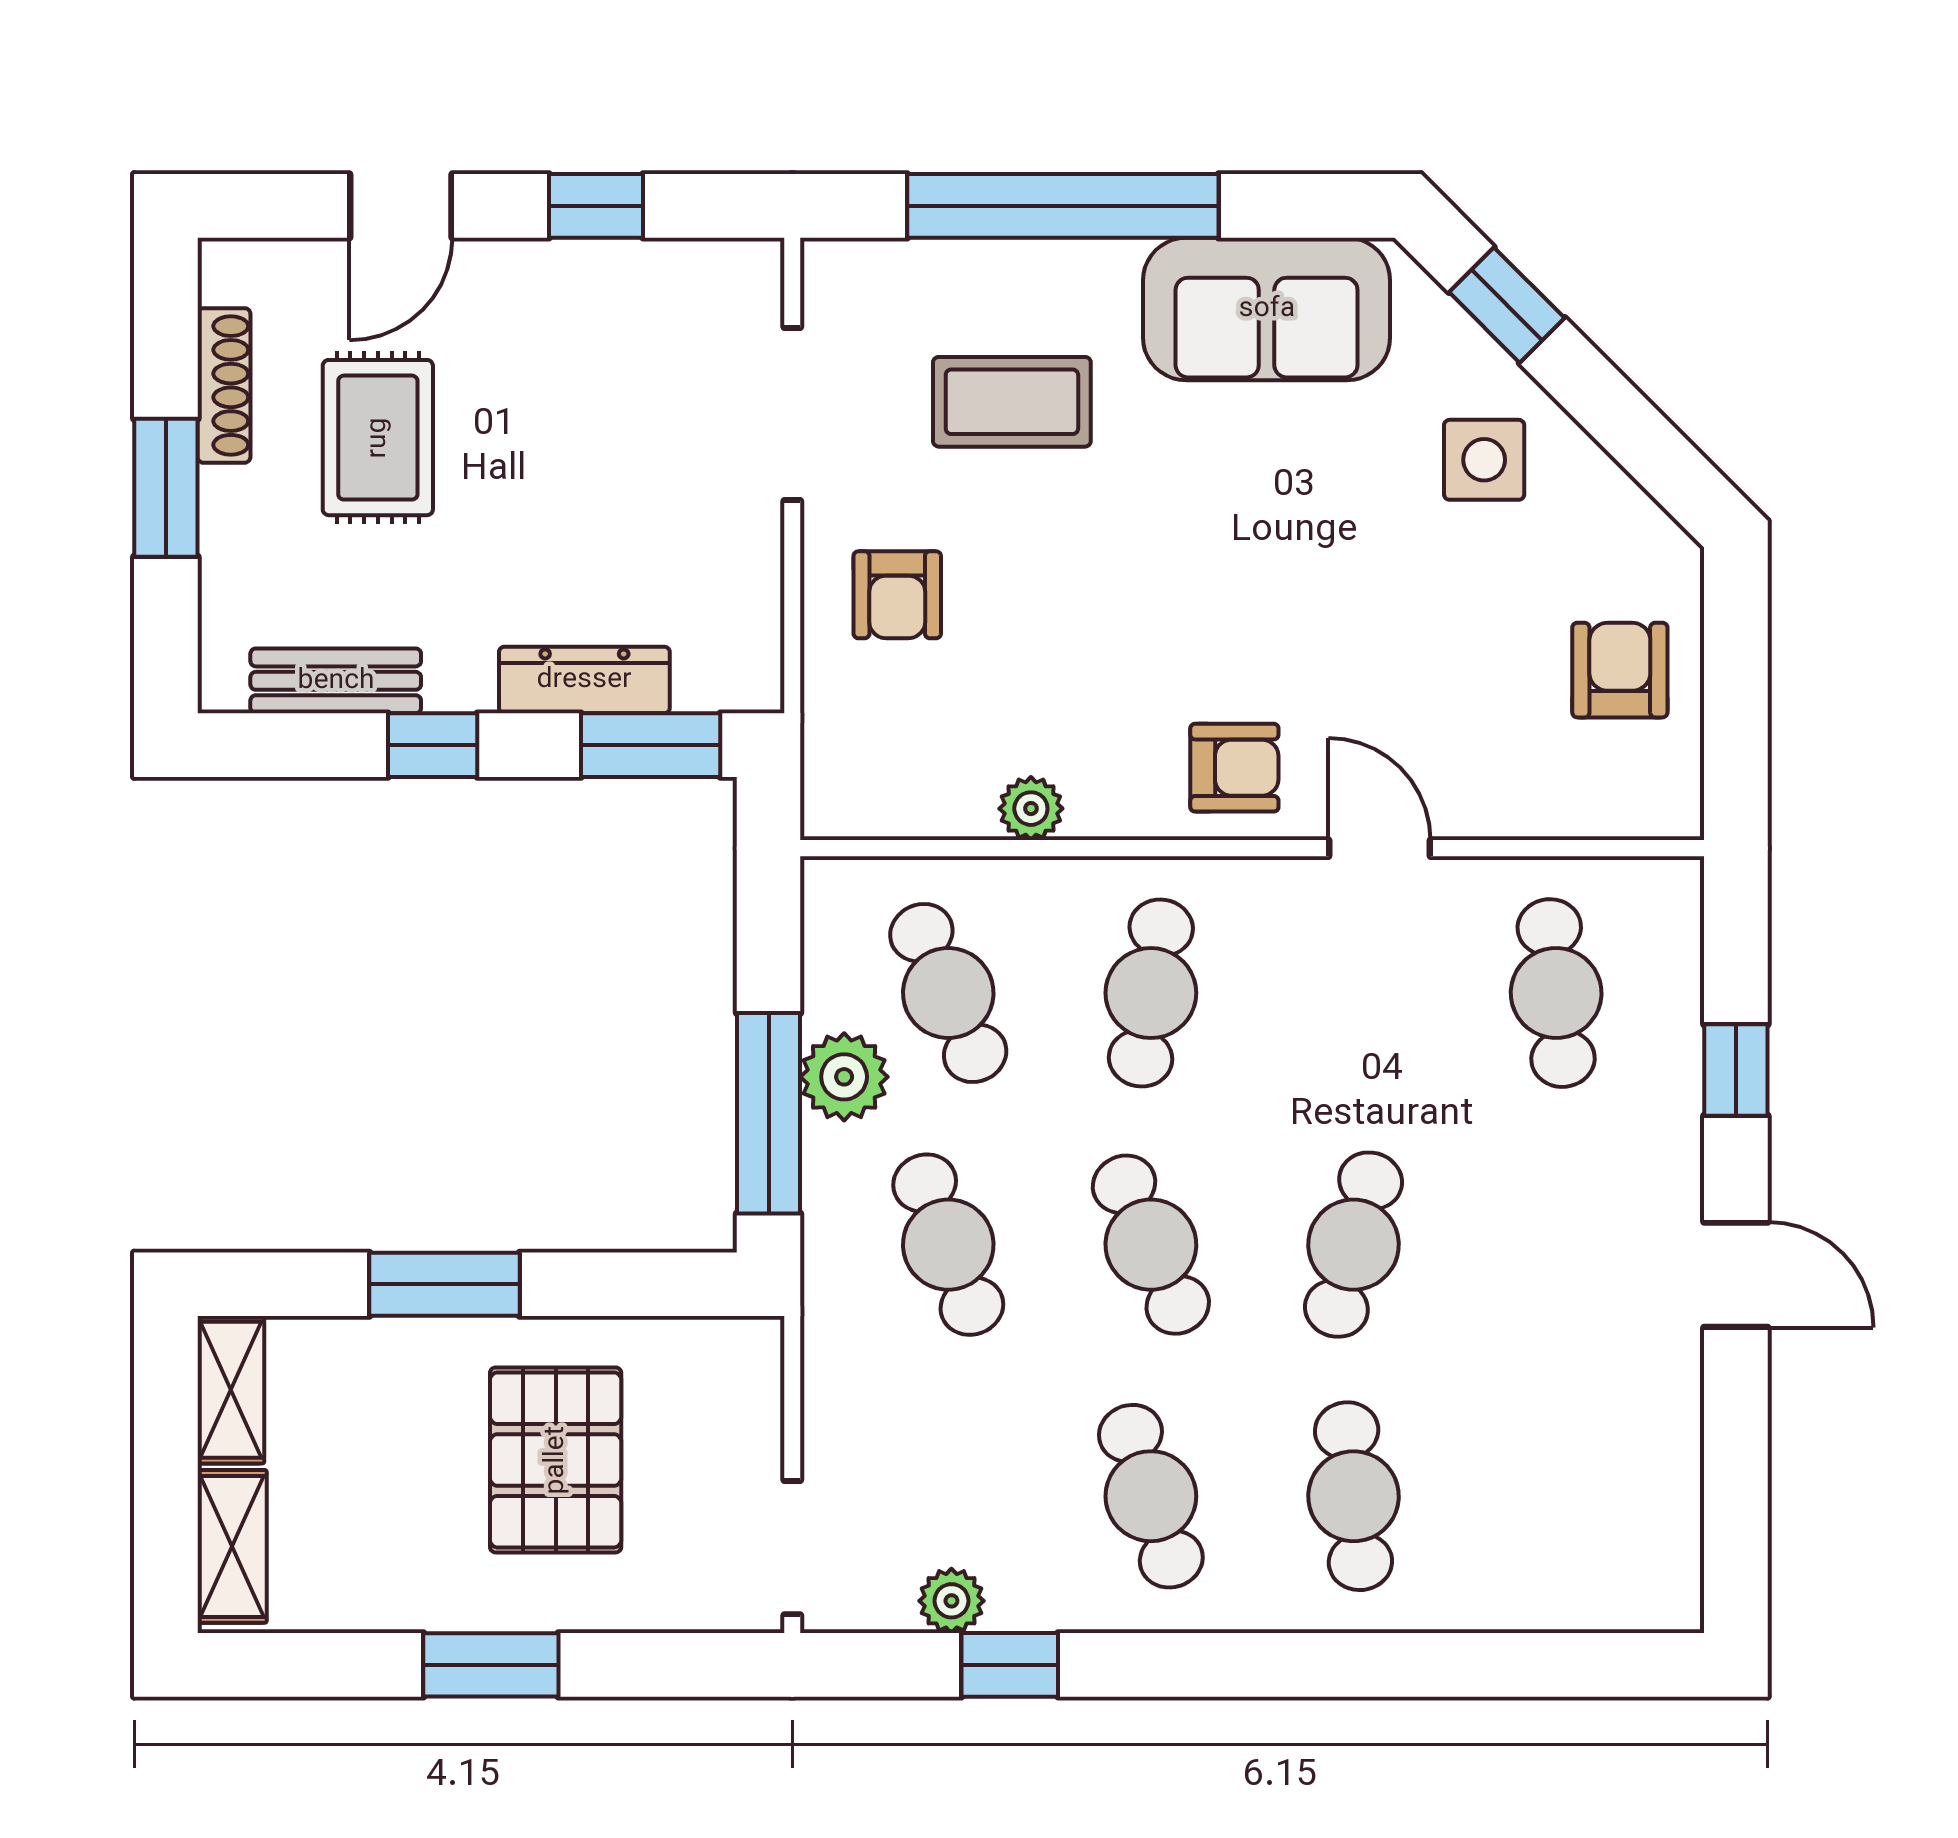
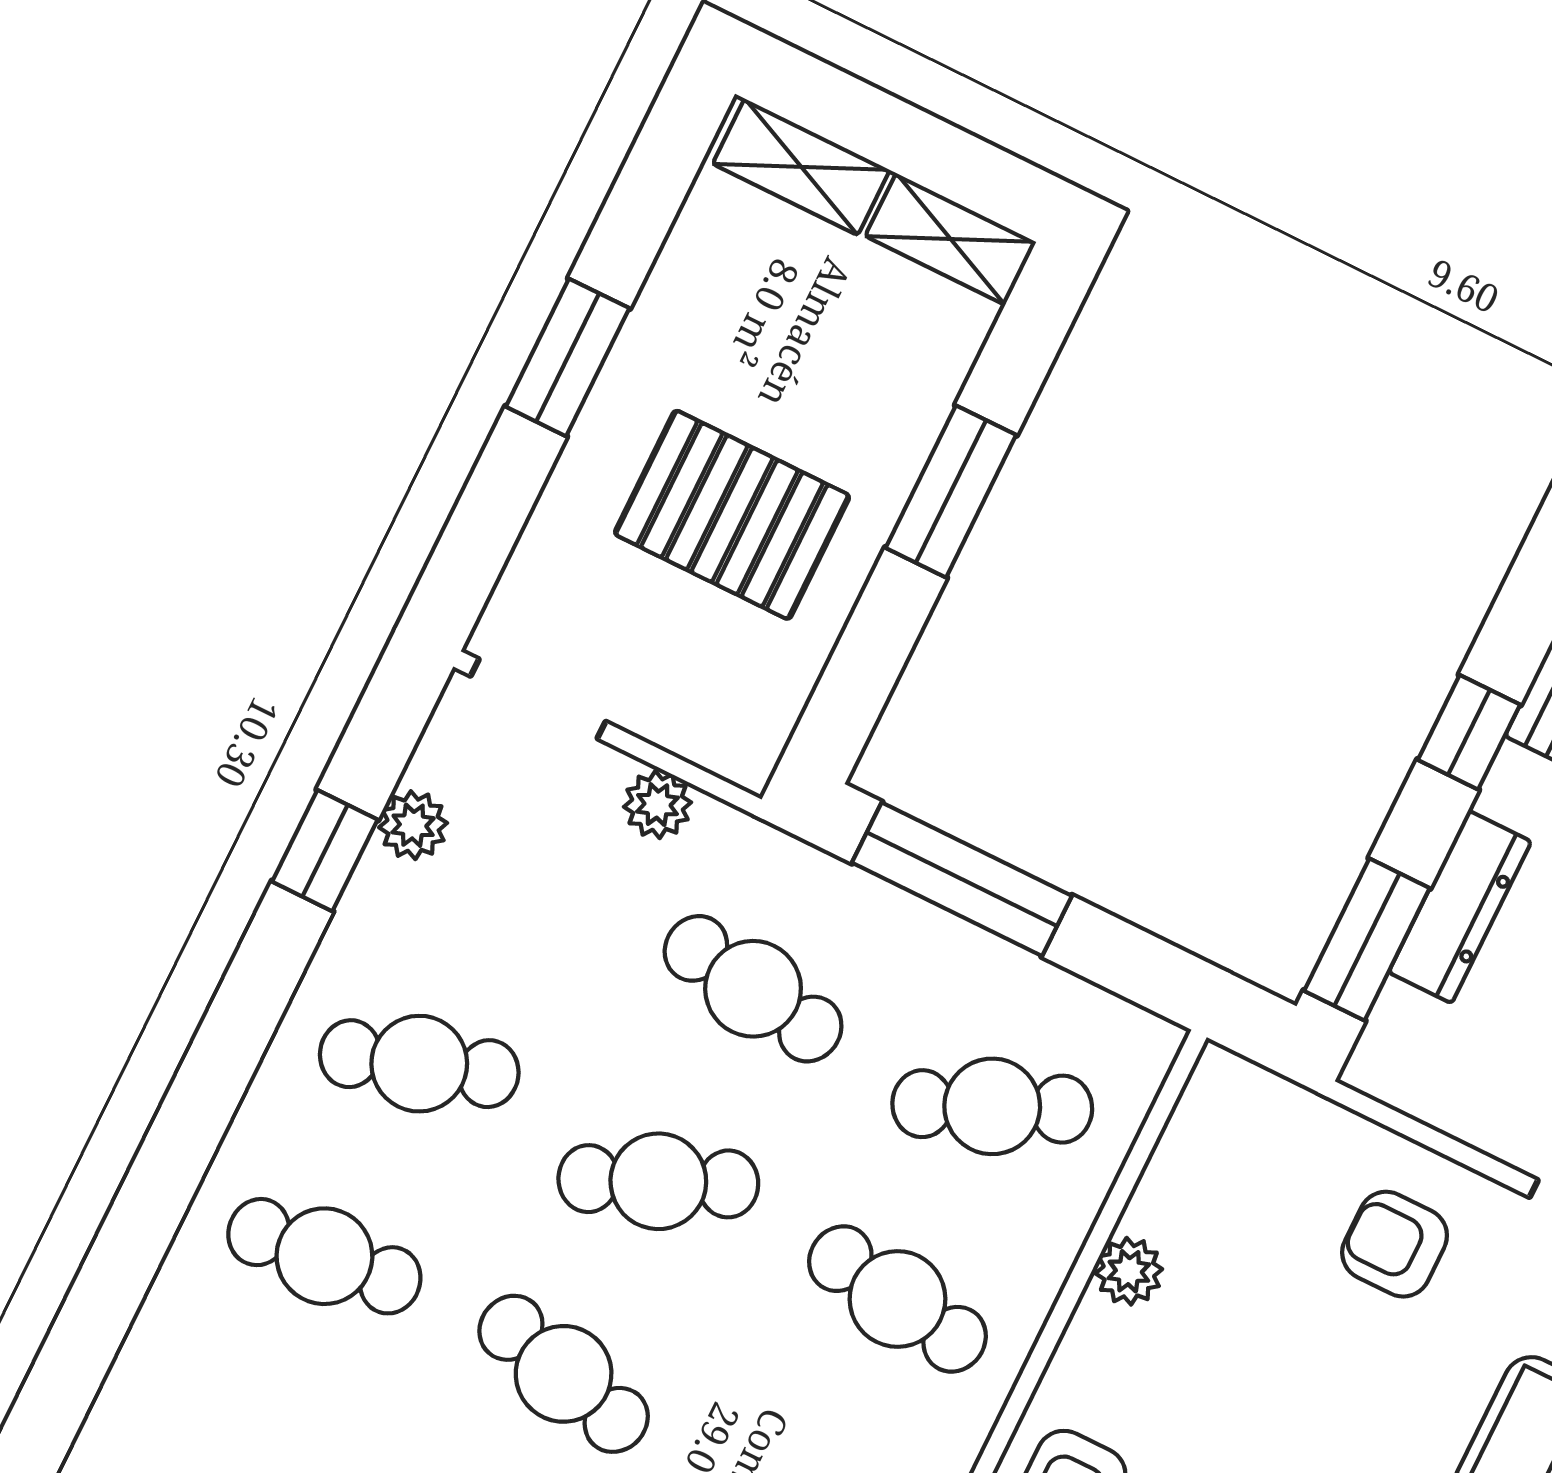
plant: (844, 1077) -> (658, 805), moved, width x0.73, depth x0.73
cafe table: (948, 1245) -> (753, 989), turned 30

